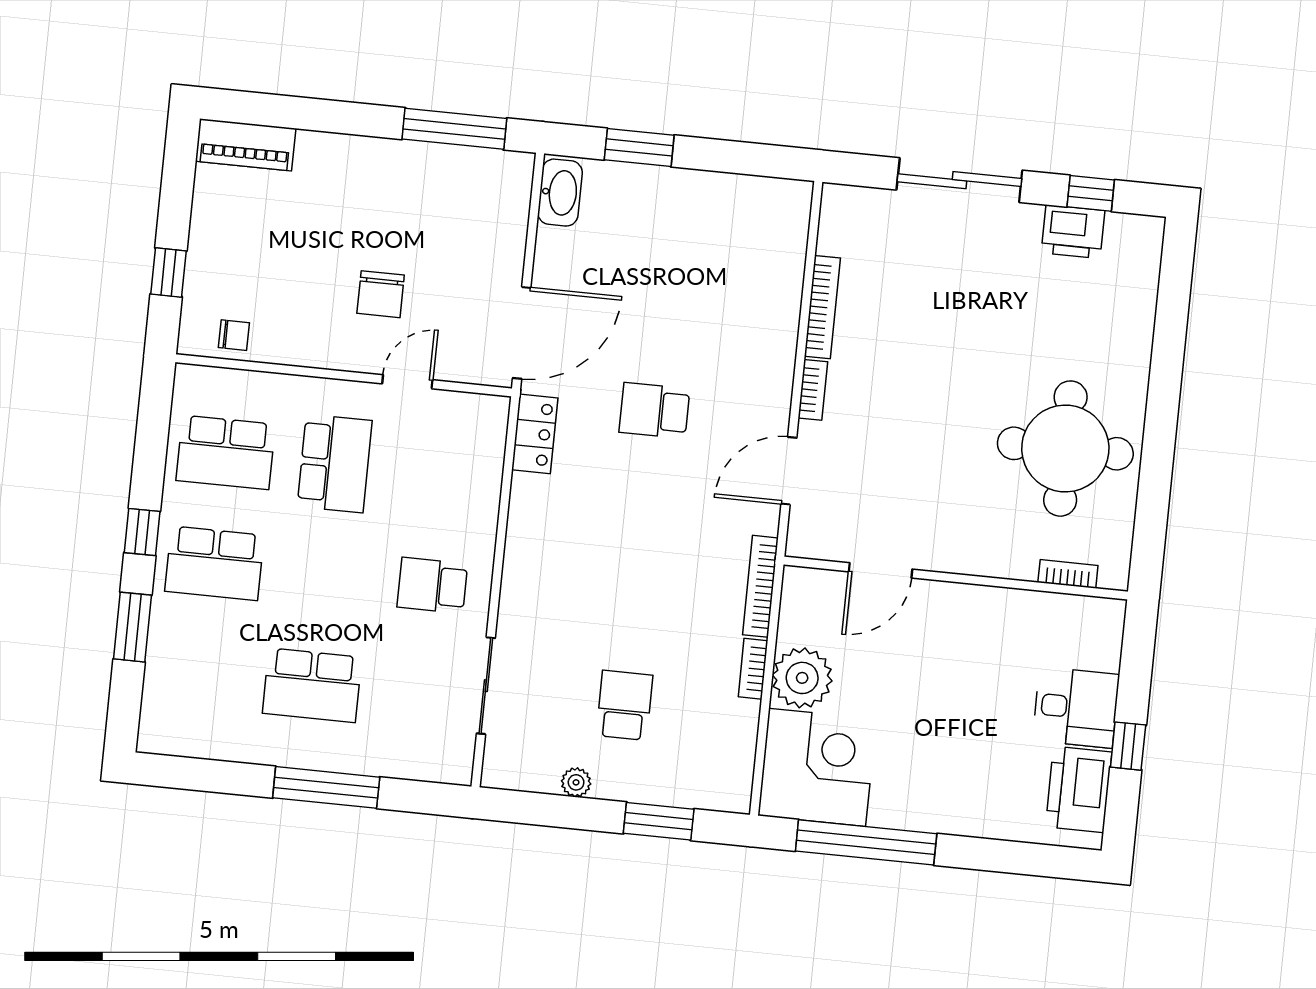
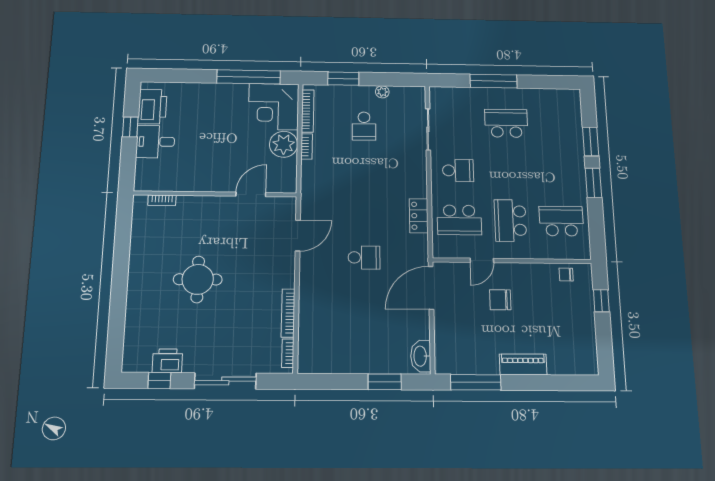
piano: (246, 145) -> (523, 364), moved
chair: (381, 294) -> (500, 300), turned -90
bookcase: (813, 390) -> (288, 353), moved
locker: (535, 434) -> (419, 216), moved
round table: (1065, 449) -> (198, 279), moved, width x0.73, depth x0.73
window: (142, 532) -> (593, 183), width x1.50
school desk: (214, 563) -> (459, 220), moved, turned 180
bookcase: (760, 586) -> (308, 111), moved

